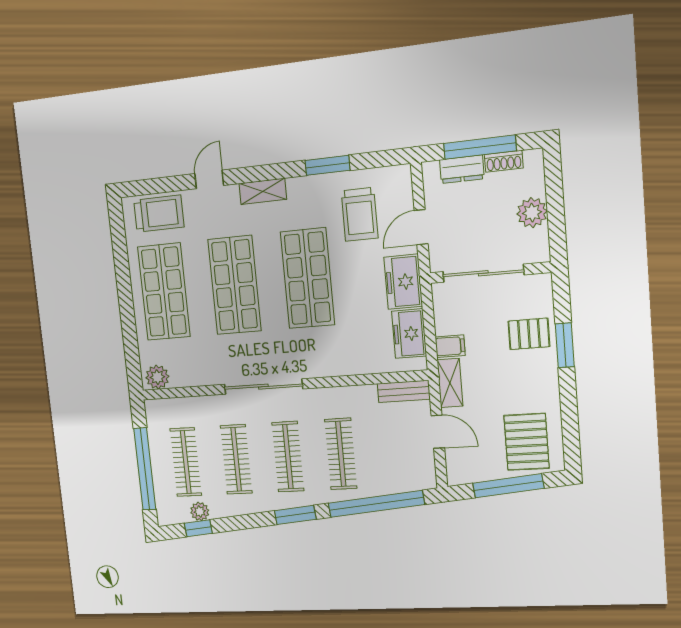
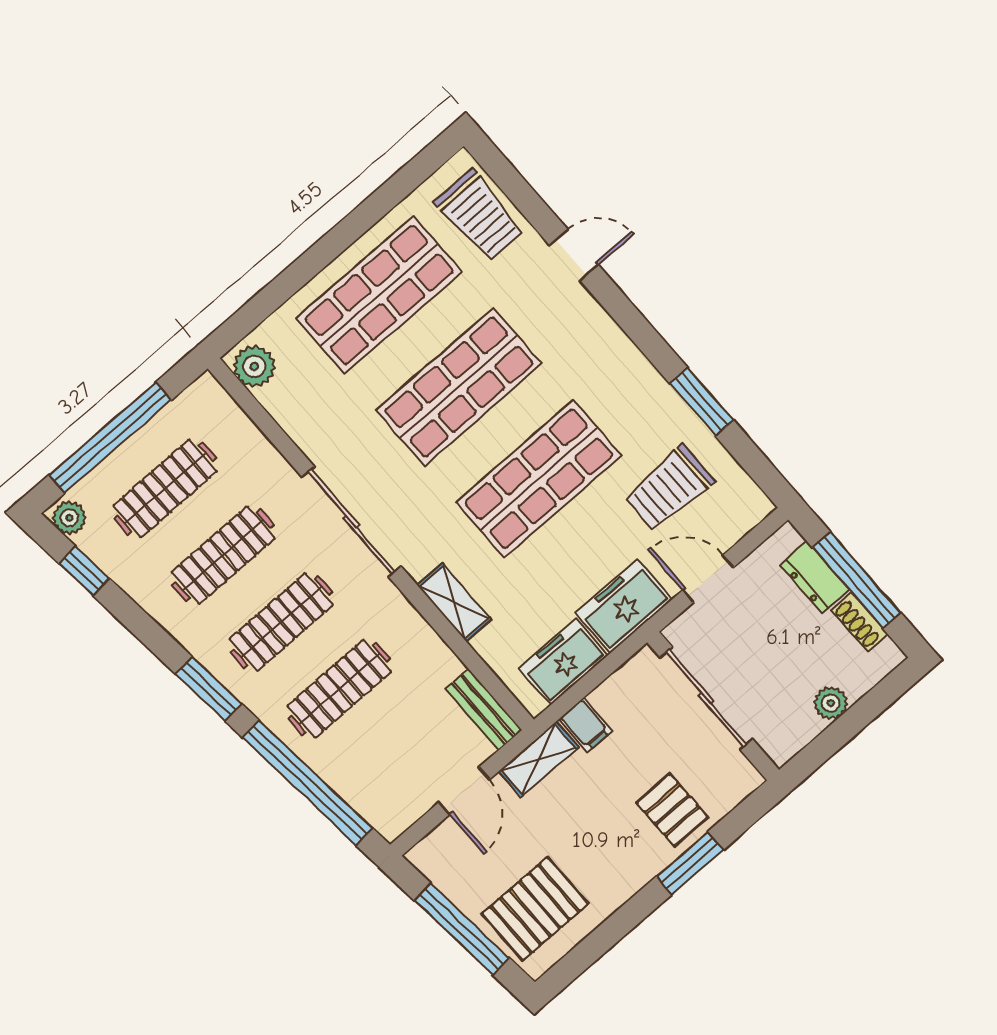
shelving: (263, 191) -> (454, 602), moved
plant: (532, 213) -> (831, 703), width x0.73, depth x0.73
plant: (200, 511) -> (69, 518), moved

